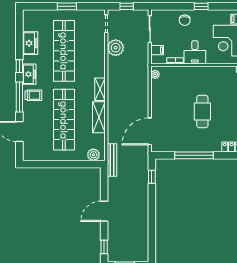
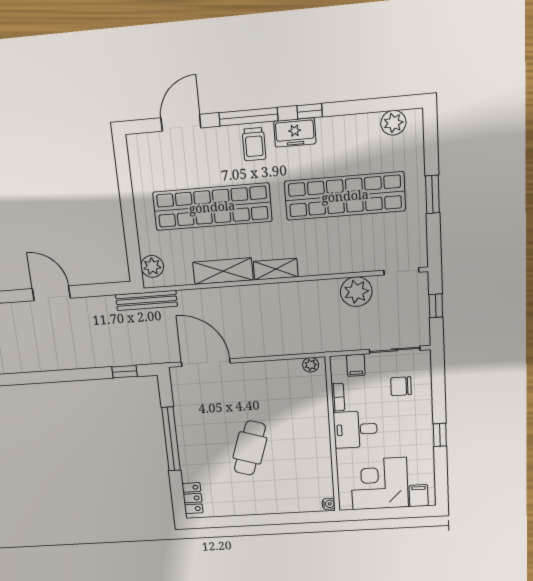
chair: (185, 20) -> (401, 386), moved
plant: (29, 25) -> (393, 123), added
freezer: (30, 43) -> (356, 129), removed
cafe table: (202, 112) -> (250, 448), turned -72

